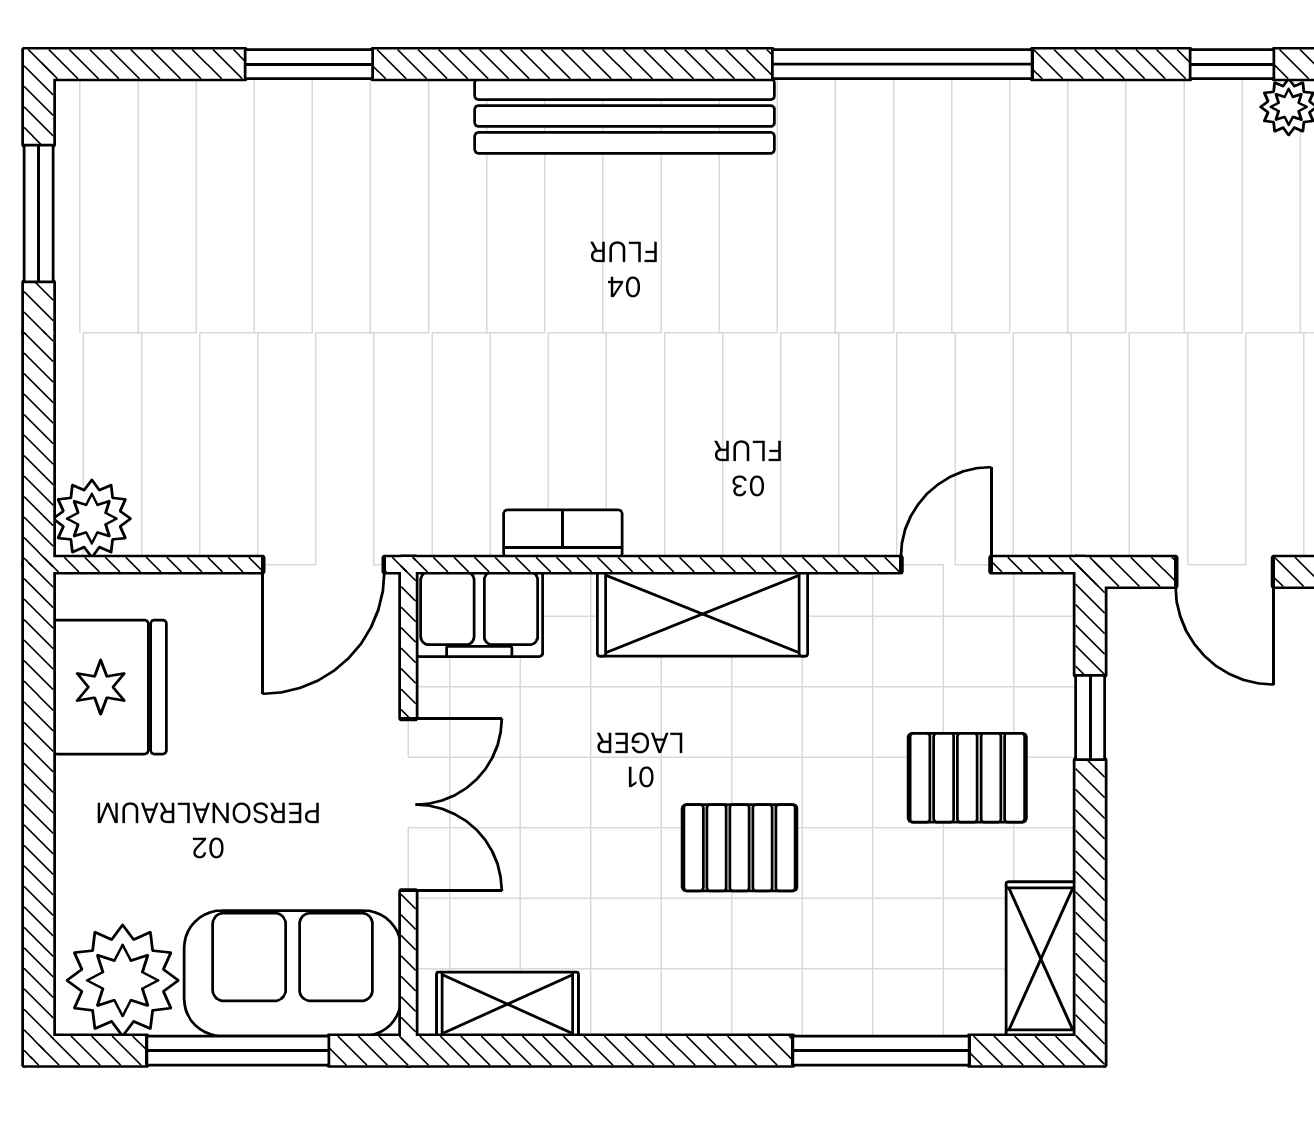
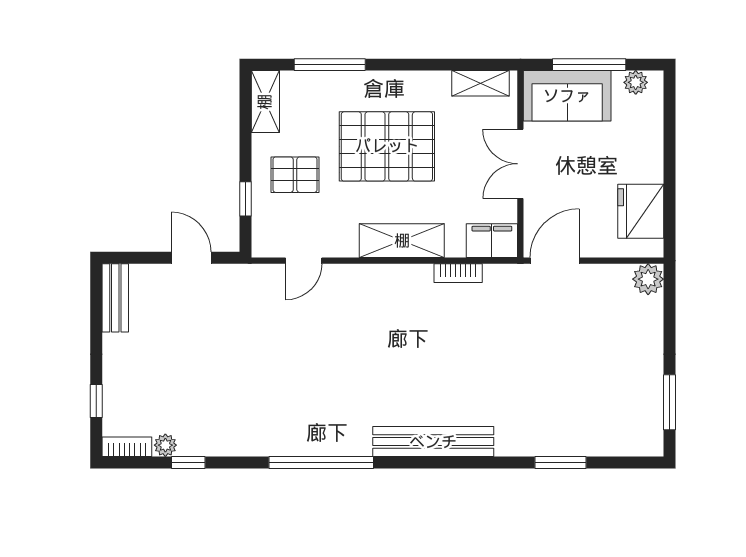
pallet: (740, 848) -> (387, 146), width x2.05, depth x2.00
plant: (123, 980) -> (636, 82), width x0.53, depth x0.53

